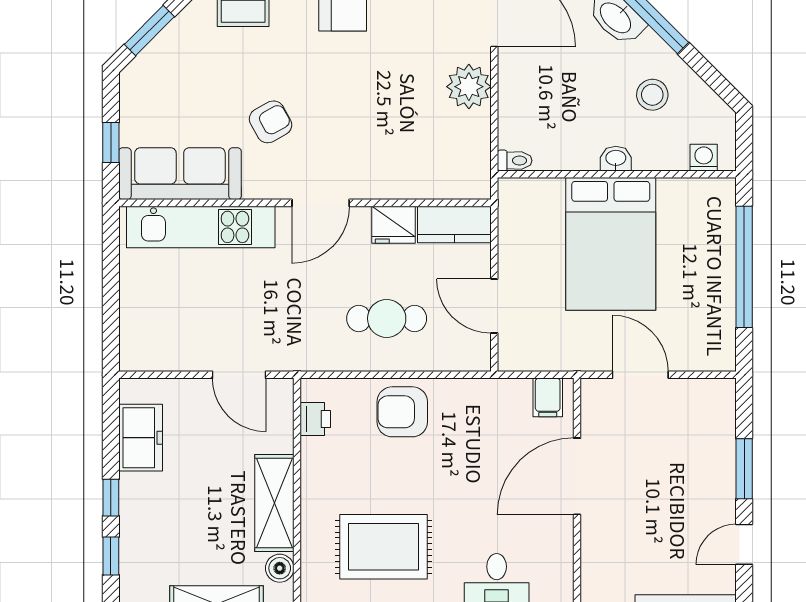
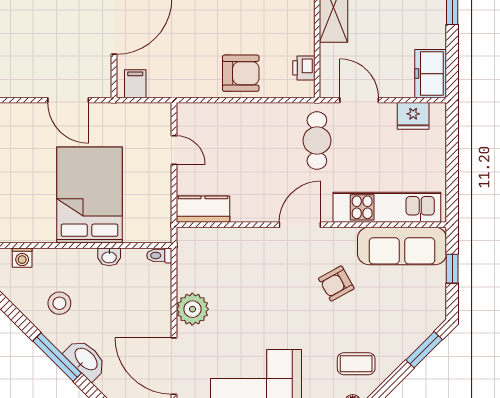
washbasin: (616, 159) -> (109, 257), moved
fridge: (393, 225) -> (413, 116), moved, turned 180
door: (494, 306) -> (174, 150), width x0.73
cafe table: (387, 318) -> (317, 141), moved, turned 90
freezer: (141, 438) -> (431, 74), moved

